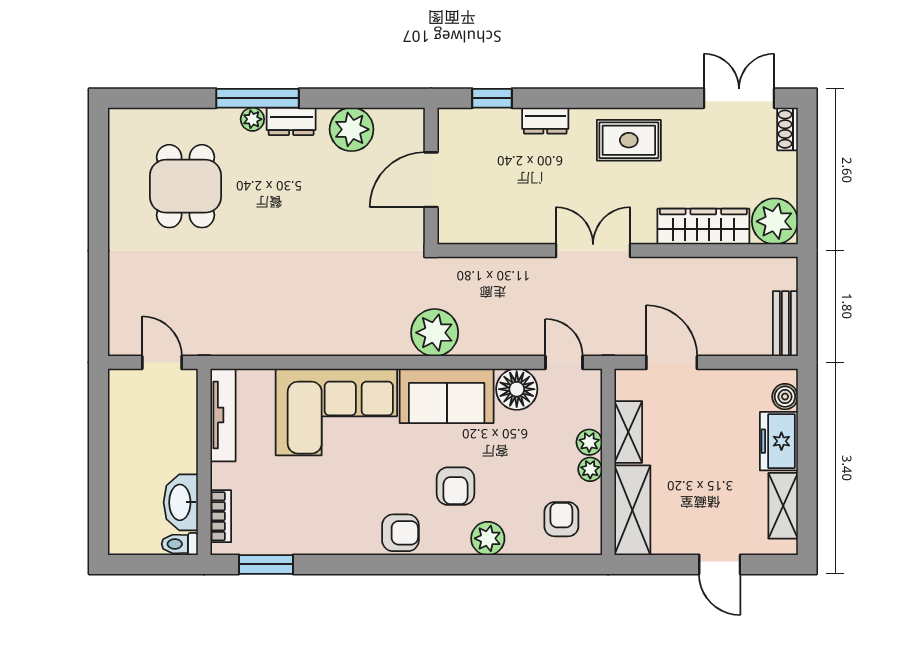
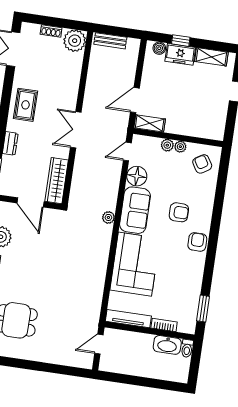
shoe rack: (787, 129) -> (51, 31), moved
wardrobe: (703, 227) -> (57, 181), moved
bench: (785, 324) -> (110, 41), moved
plant: (435, 333) -> (108, 217), width x0.53, depth x0.53
shelving: (628, 432) -> (150, 123), moved
window: (807, 438) -> (181, 41), added
shelving: (632, 510) -> (203, 129), removed
bookcase: (221, 516) -> (164, 325), moved
armchair: (561, 519) -> (202, 164), turned 58
plant: (488, 538) -> (206, 201), removed

